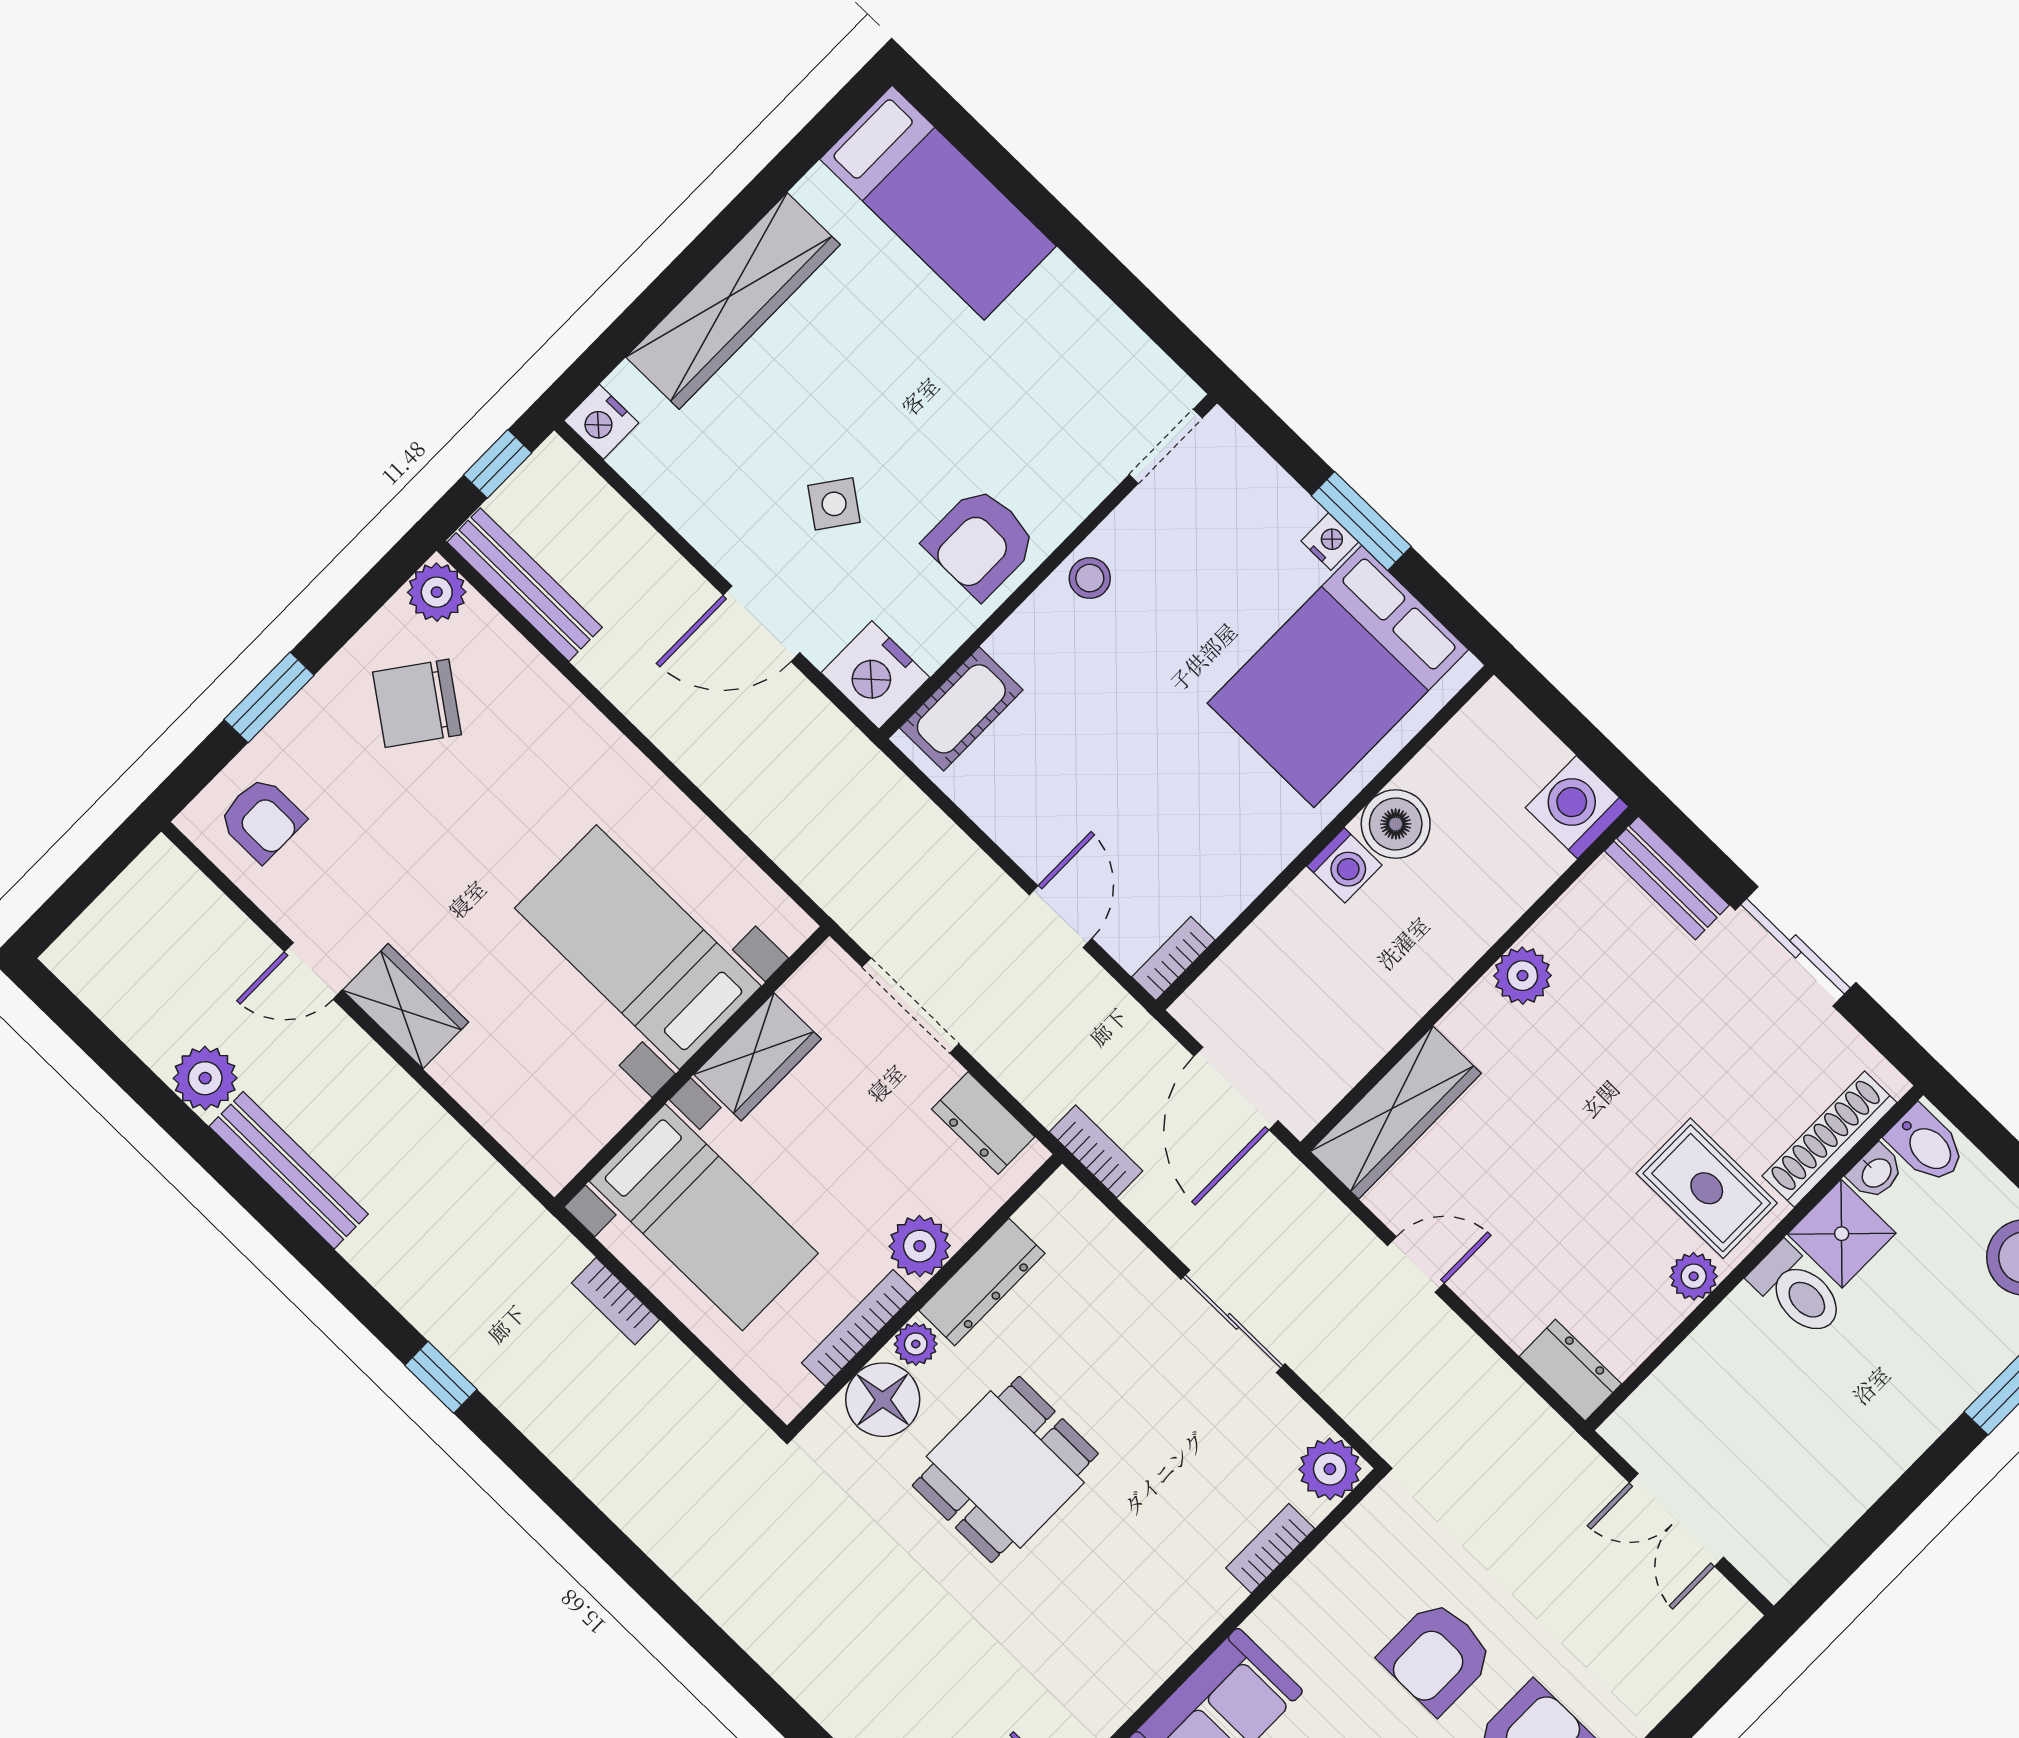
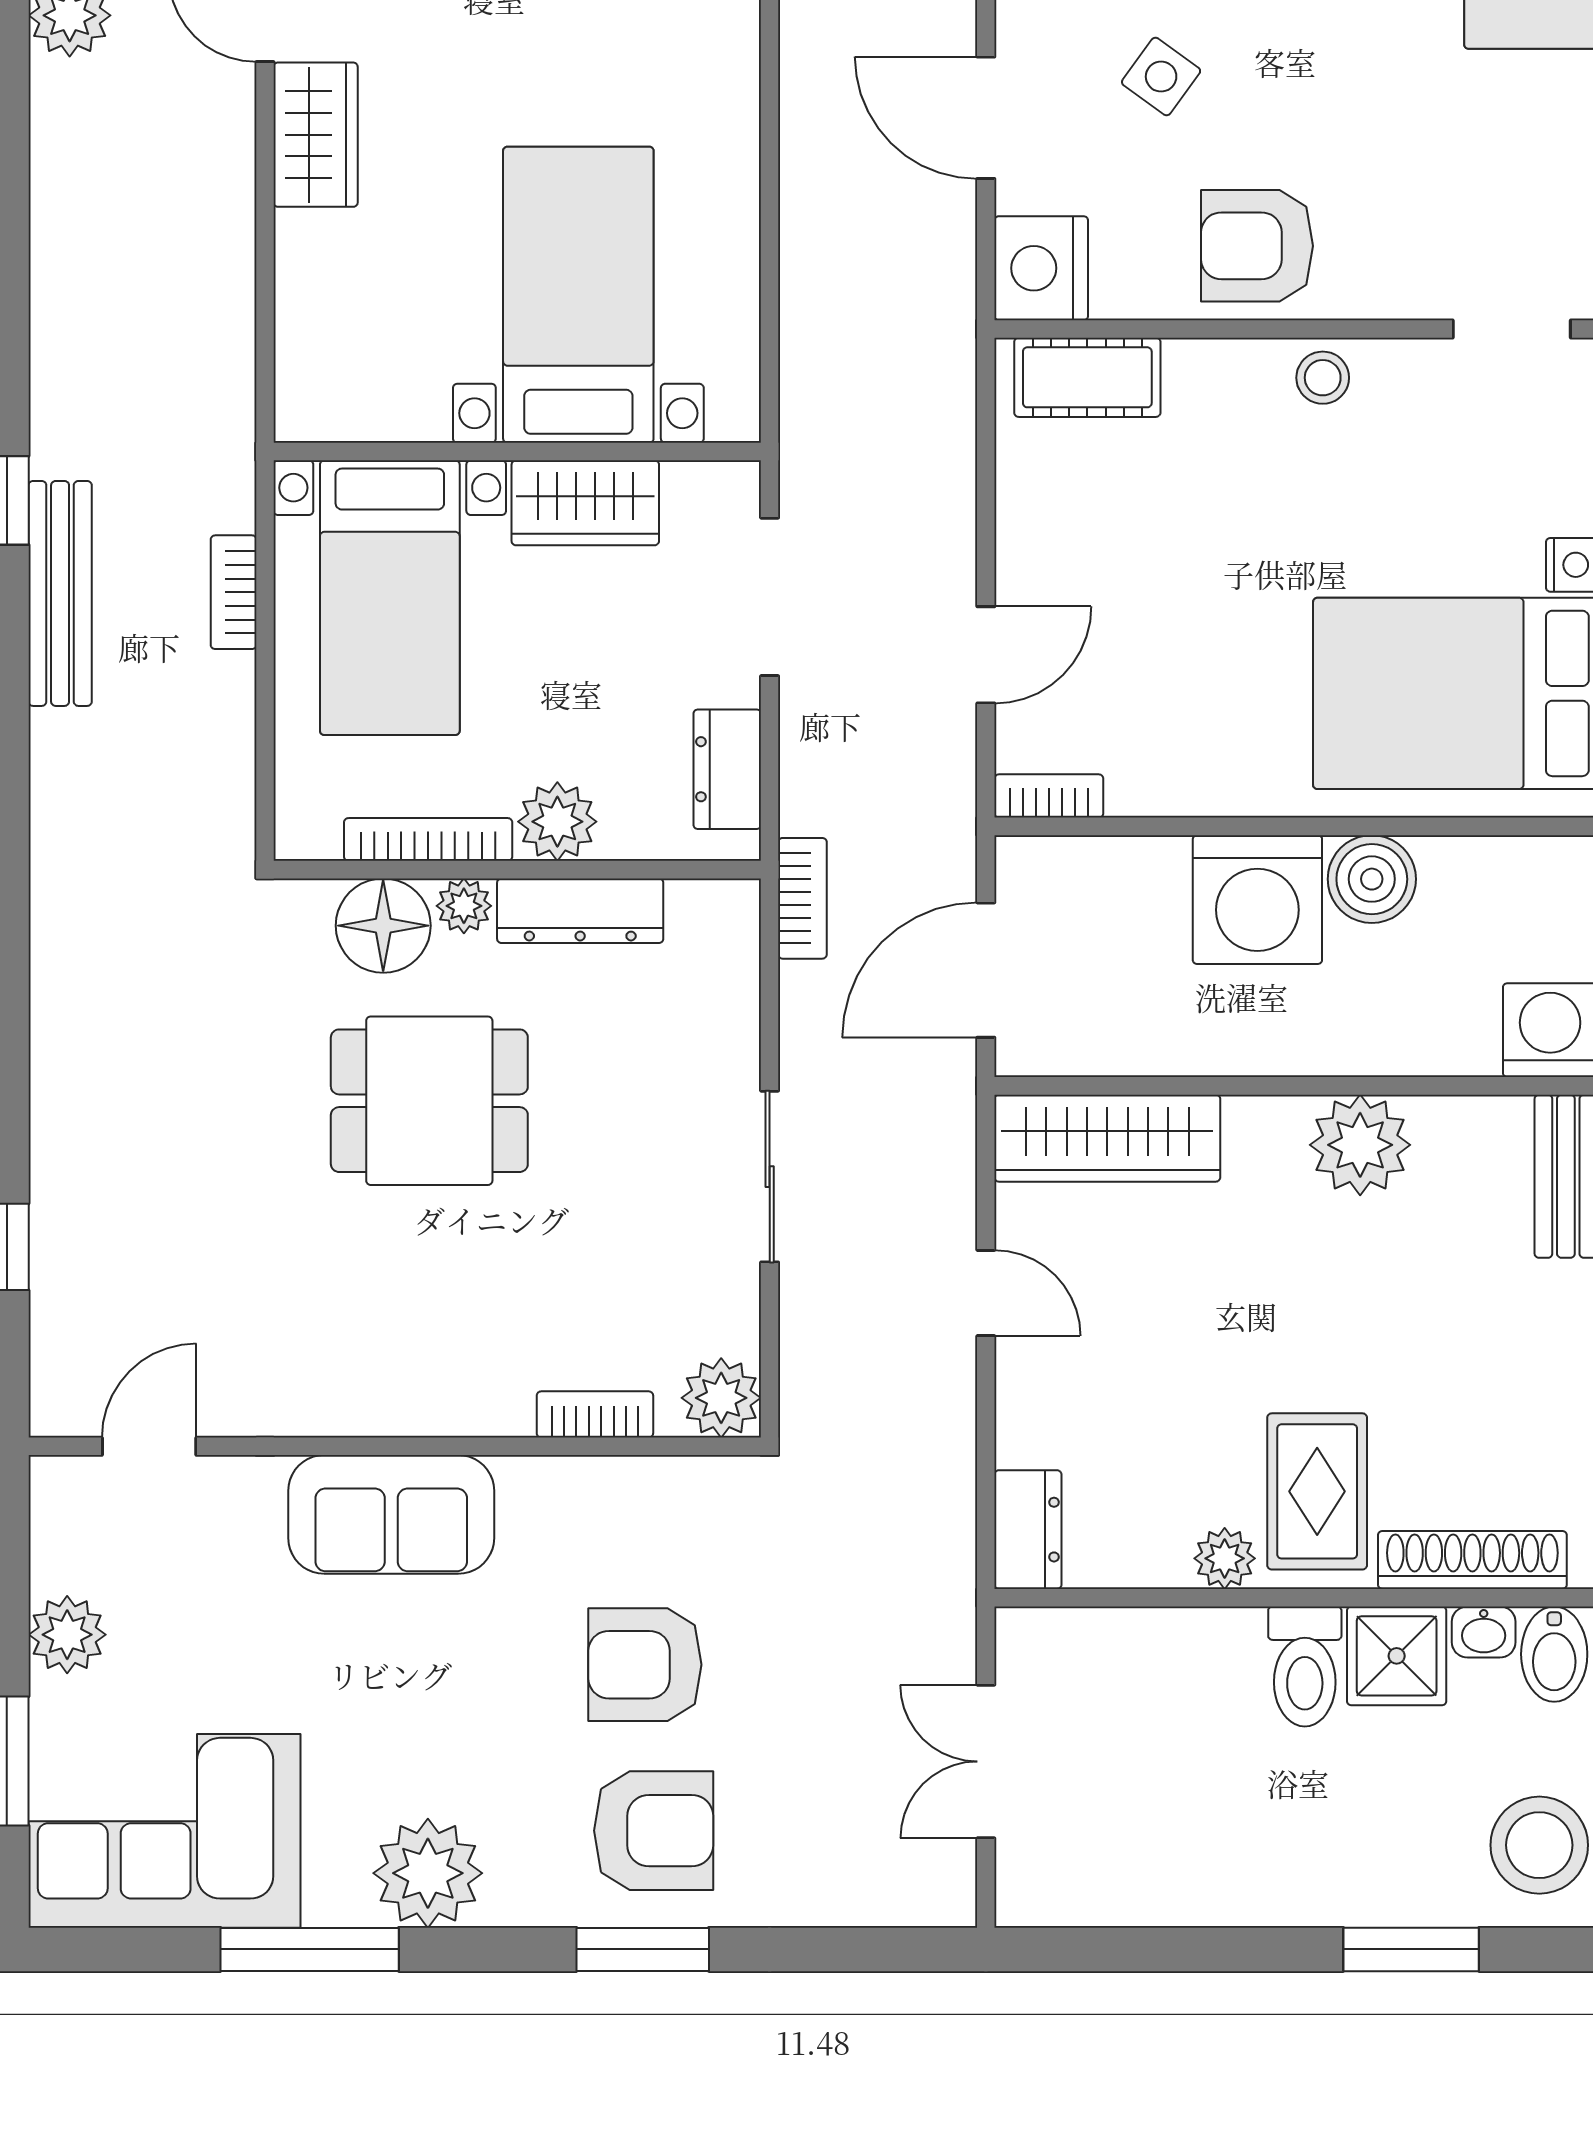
washing machine: (1344, 865) -> (1257, 900), width x1.89, depth x1.89
plant: (1522, 976) -> (1360, 1145), width x1.36, depth x1.36
bench: (289, 1170) -> (60, 593), moved

